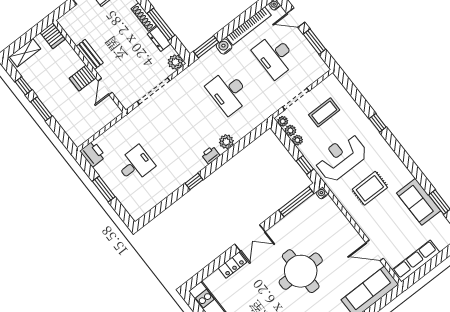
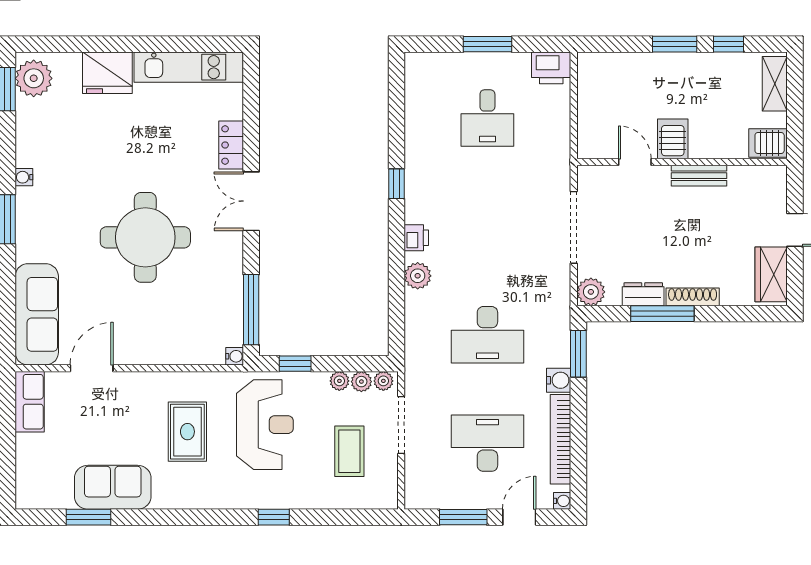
desk: (228, 92) -> (487, 335), turned 180
row of seats: (416, 261) -> (30, 402), width x0.68

